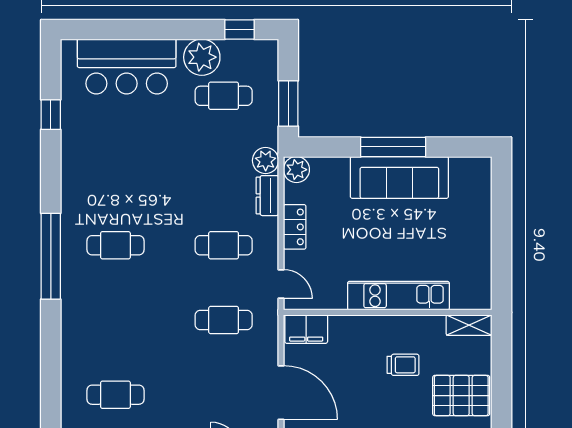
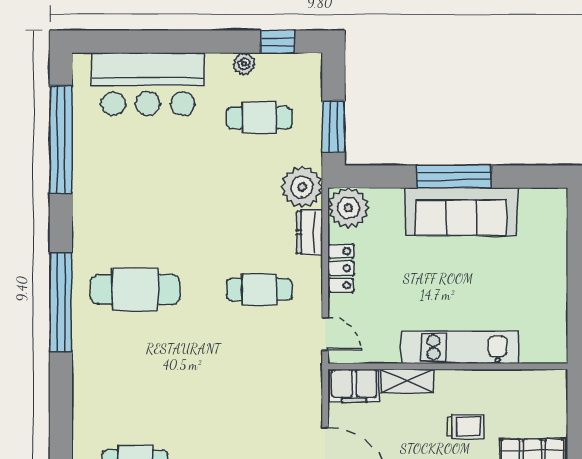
plant: (202, 57) -> (244, 64), width x0.53, depth x0.53
window: (51, 115) -> (61, 140), width x3.17
plant: (266, 161) -> (302, 187), width x1.36, depth x1.36
plant: (296, 170) -> (348, 208), width x1.36, depth x1.36
cafe table: (115, 245) -> (135, 289), width x1.37, depth x1.35
cafe table: (224, 320) -> (259, 375), removed
shelving: (469, 325) -> (407, 381), moved

